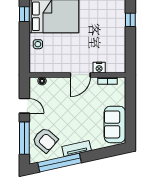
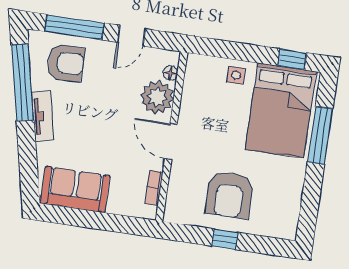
window: (130, 20) -> (225, 239), moved
armchair: (105, 38) -> (229, 195), added
nightstand: (99, 68) -> (179, 177), removed
plant: (57, 86) -> (157, 97), added
armchair: (45, 140) -> (66, 63), turned -131

